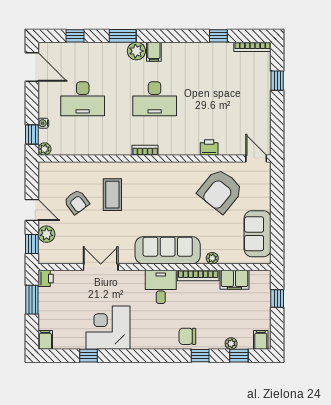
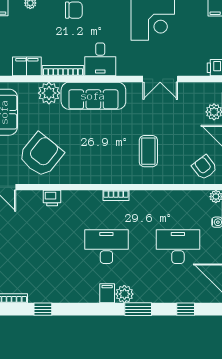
armchair: (77, 202) -> (204, 167), moved
plant: (212, 258) -> (49, 93), width x1.87, depth x1.87

